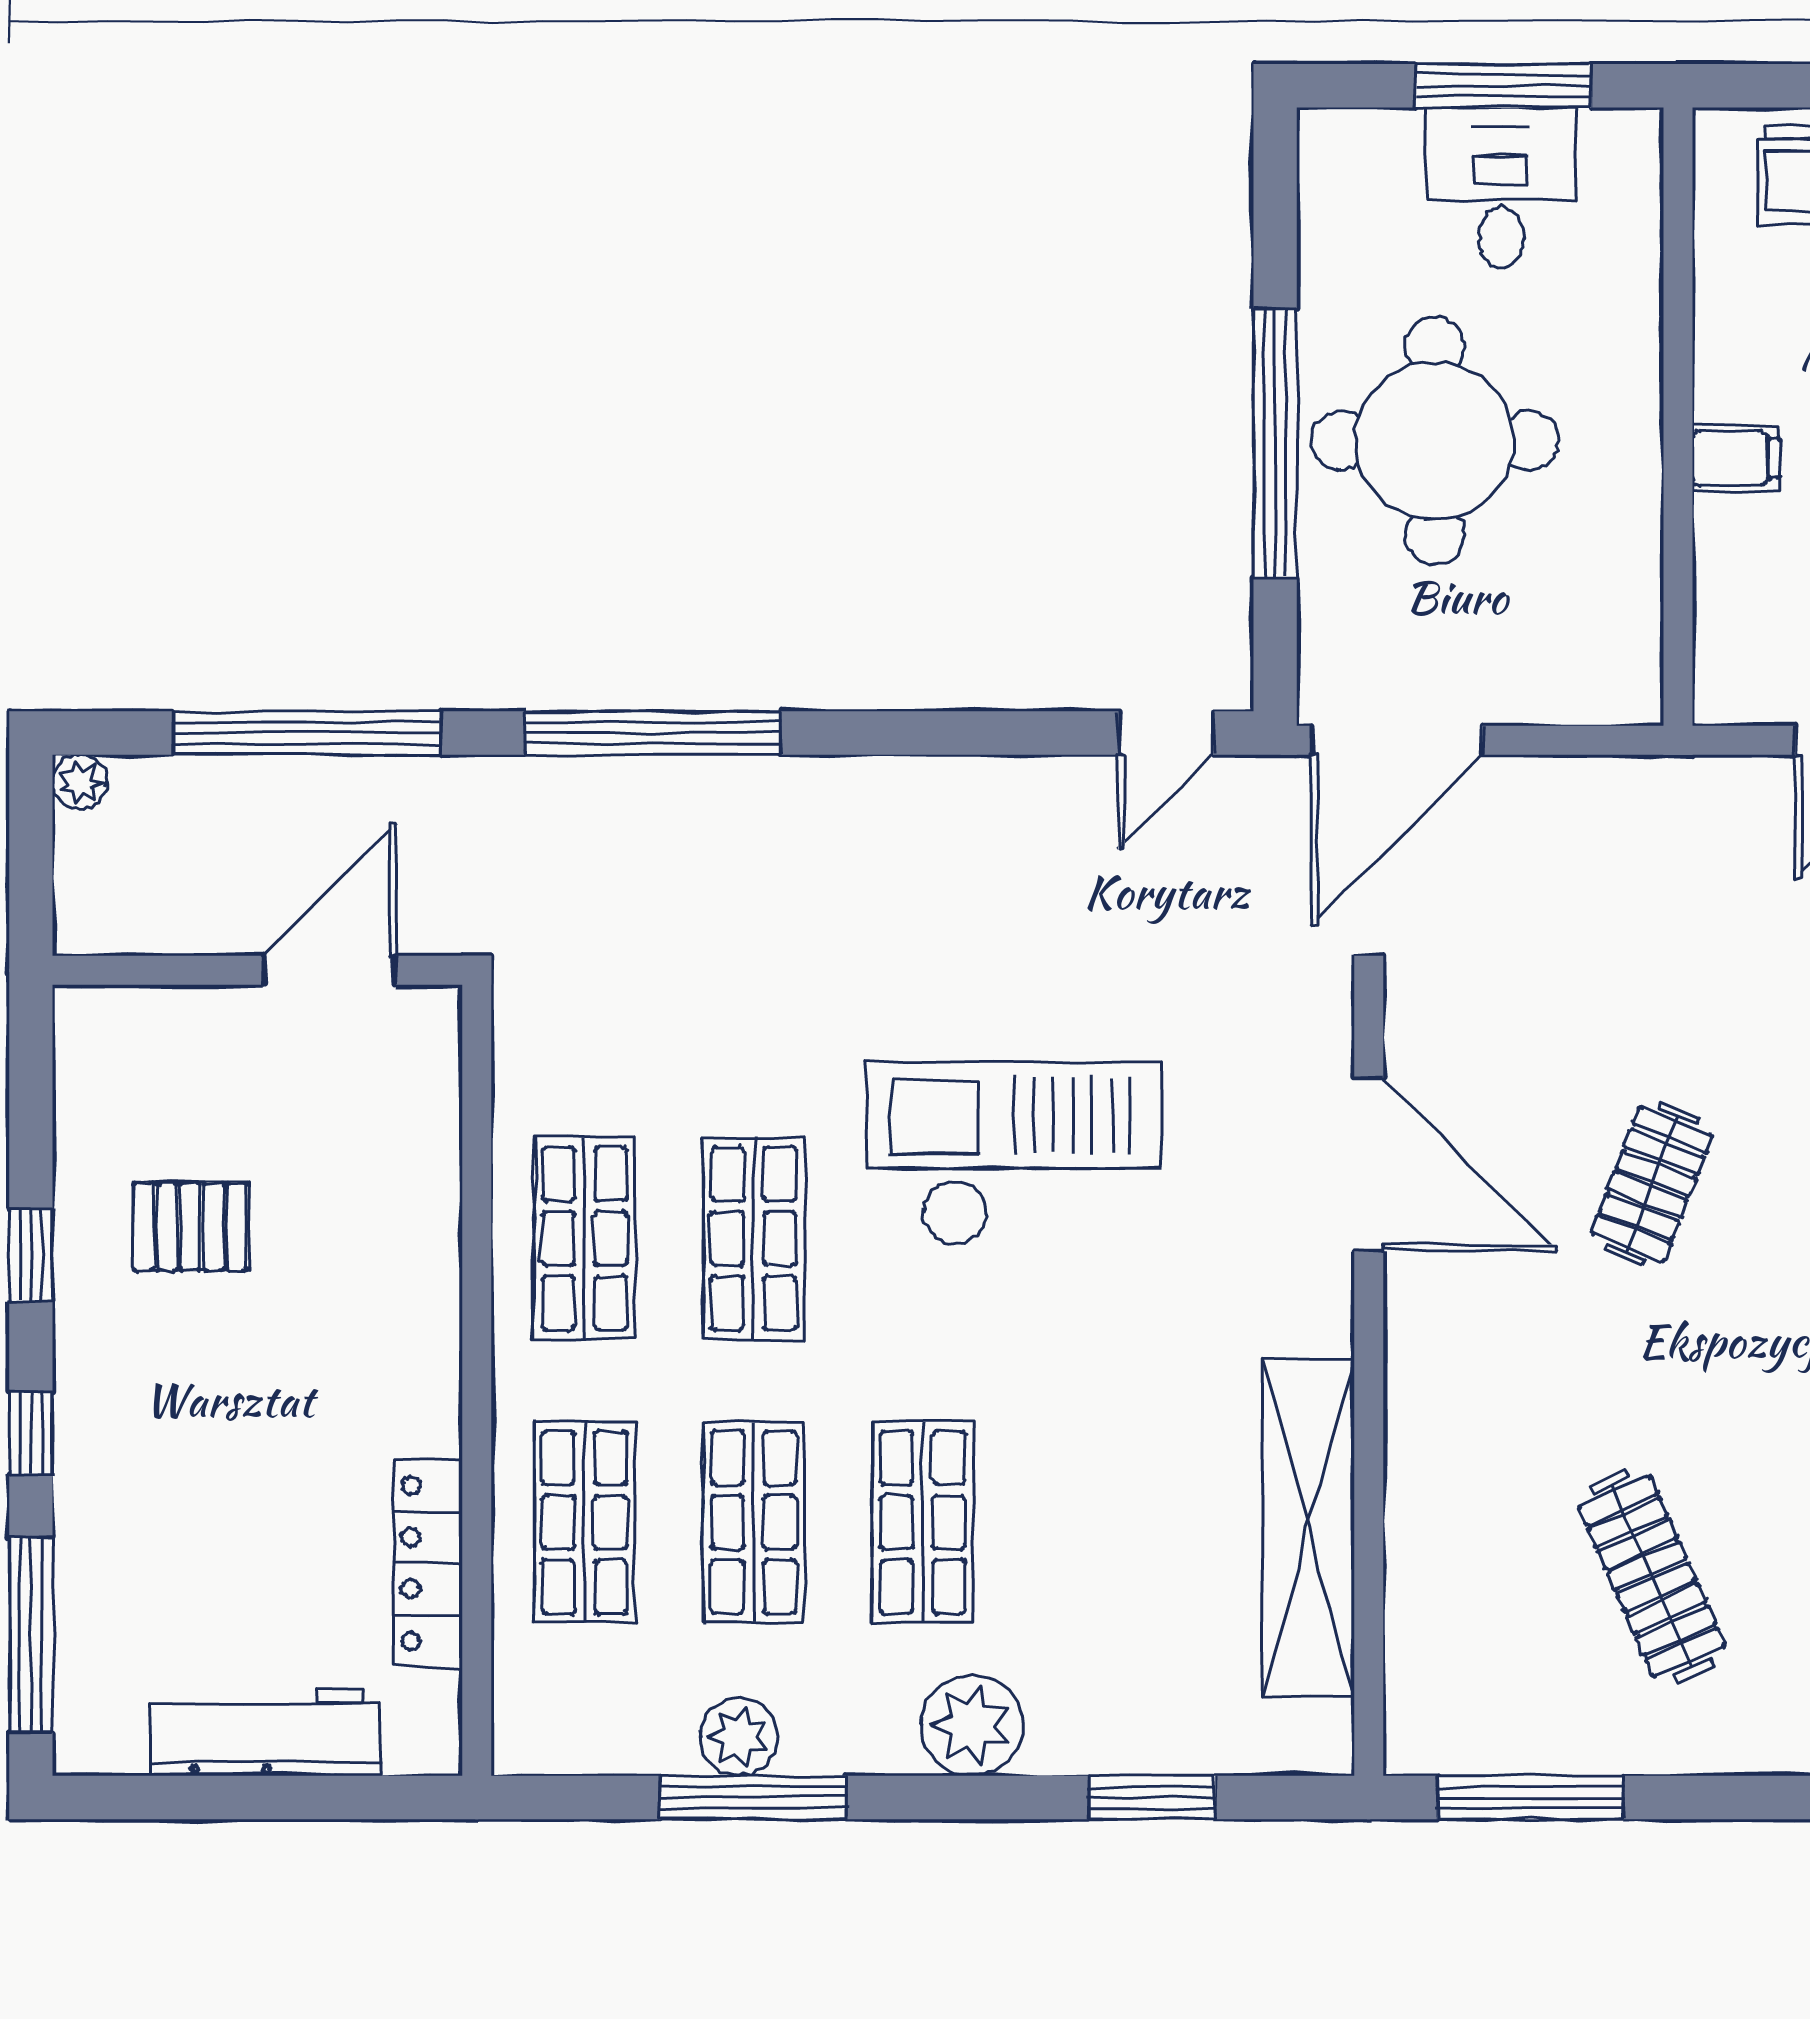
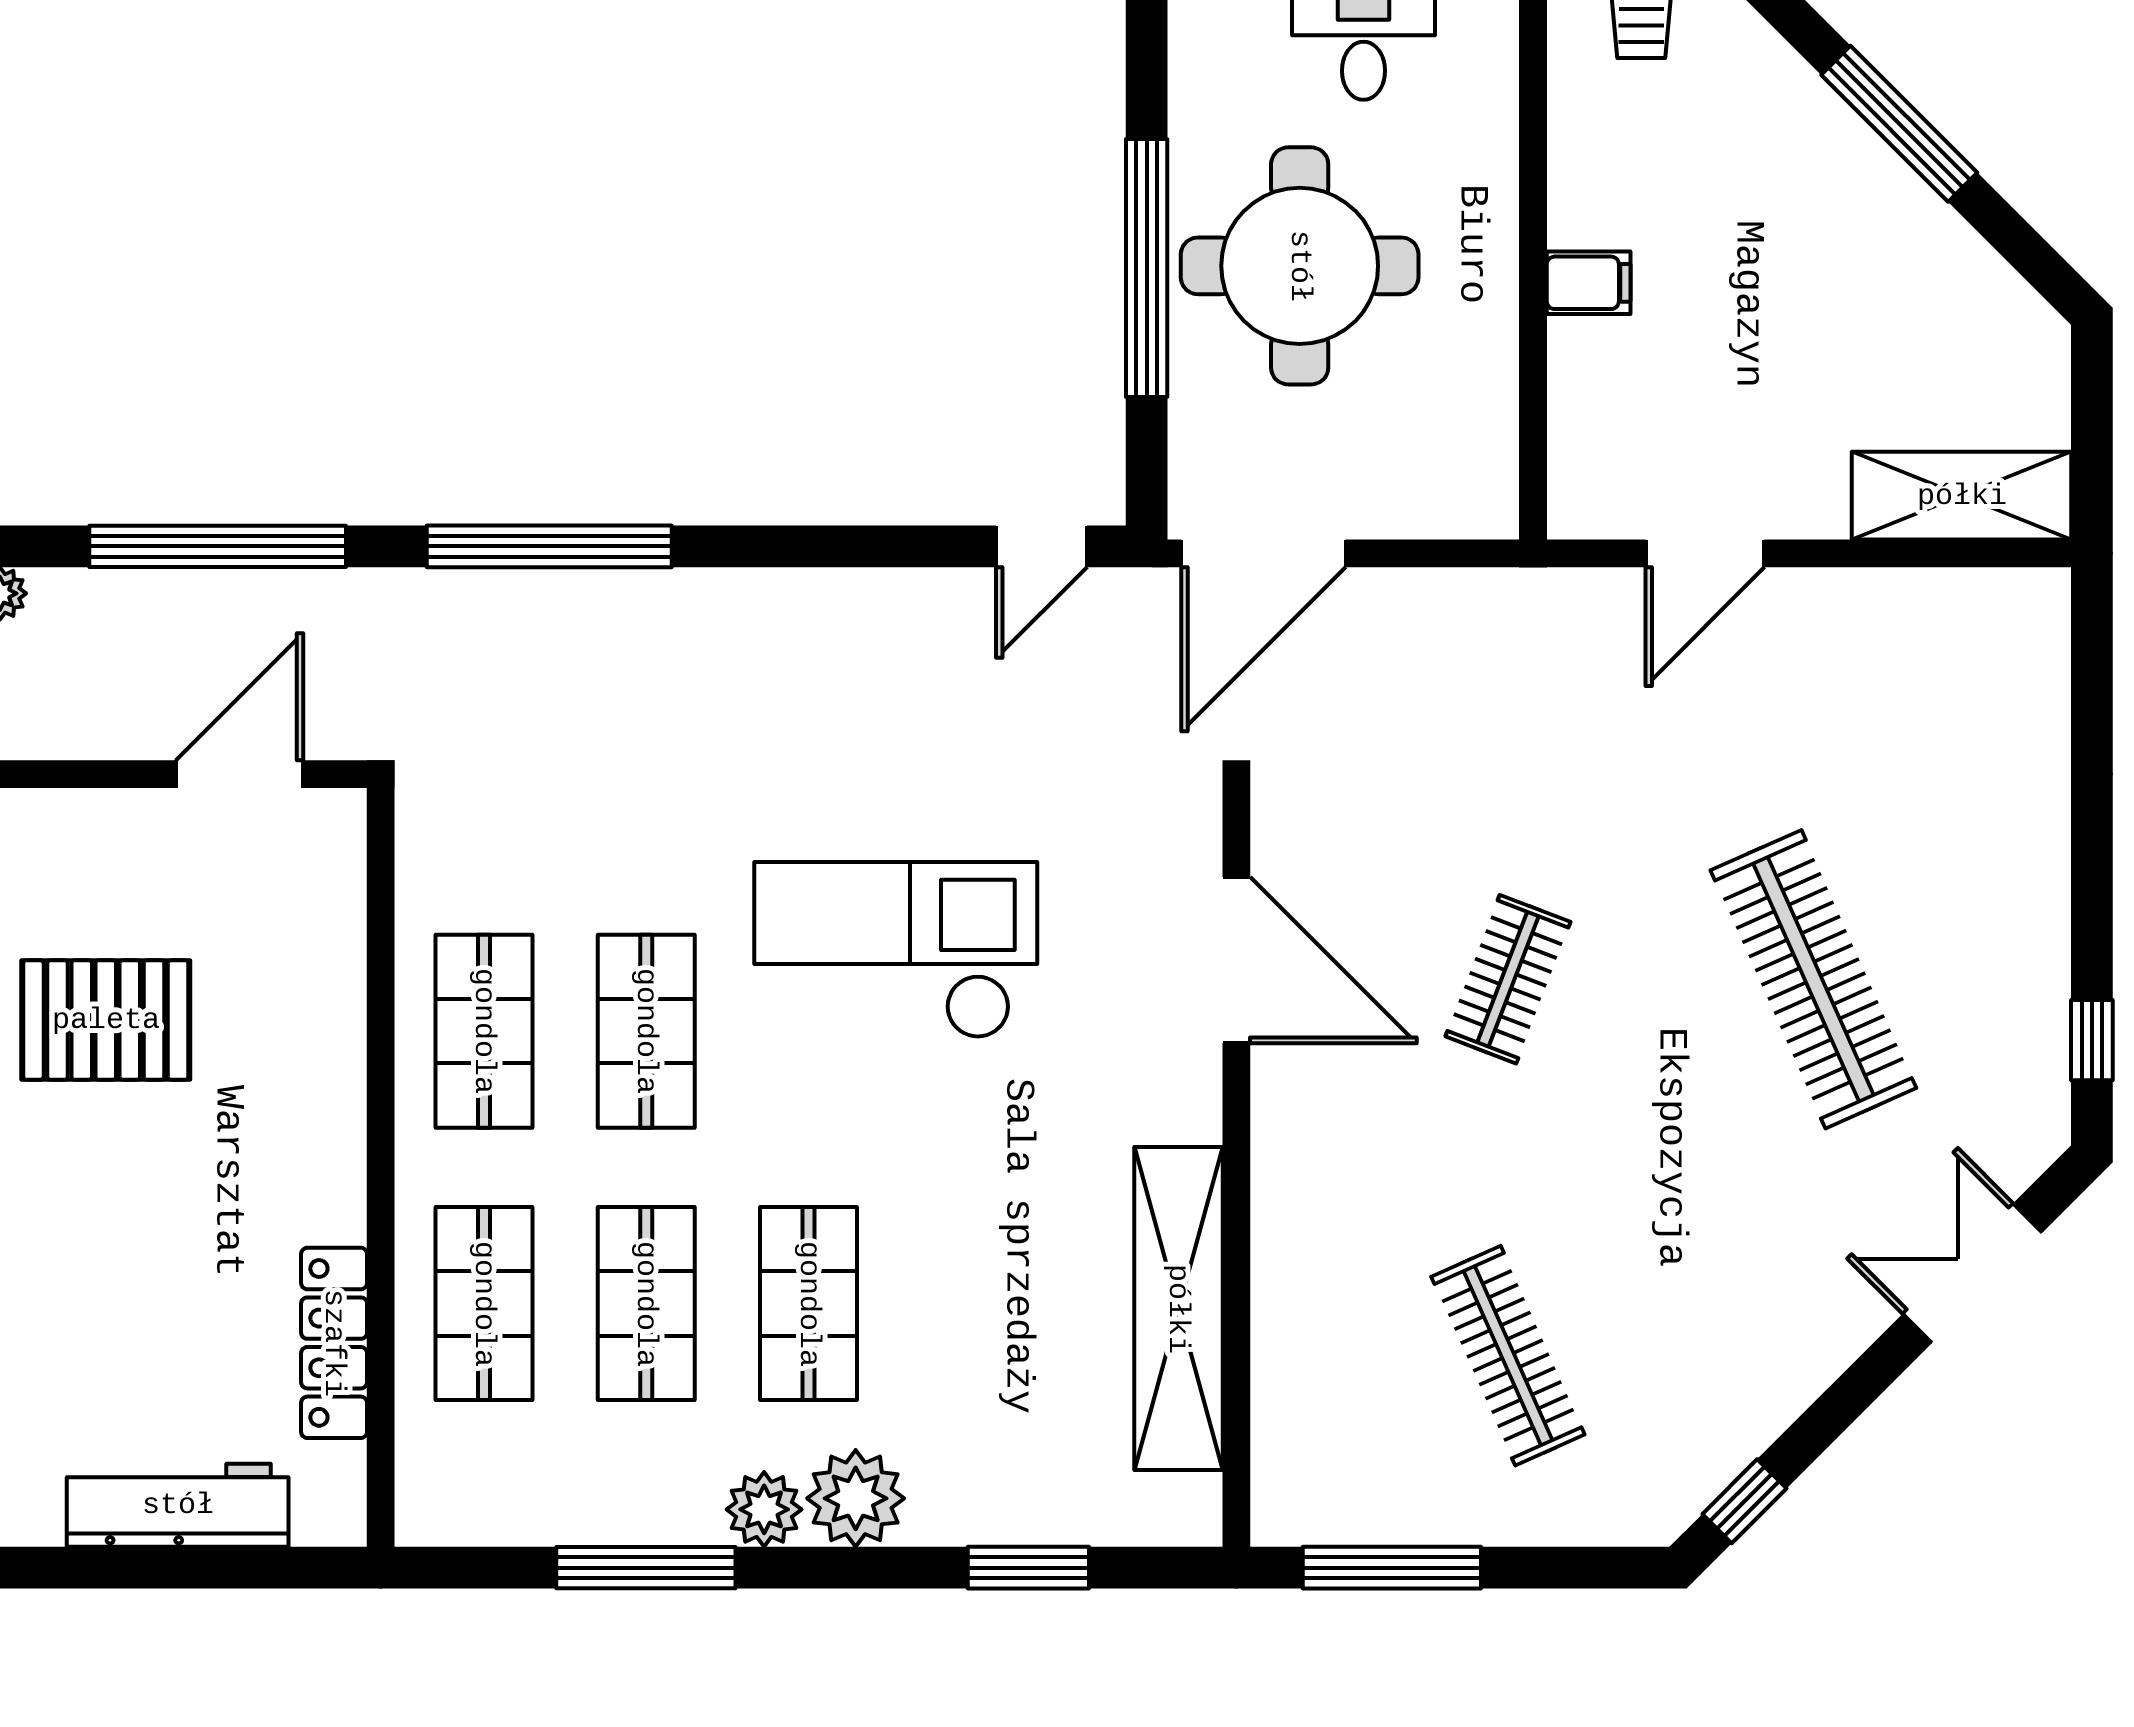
pallet: (190, 1227) -> (106, 1020), width x1.50, depth x1.42
plant: (739, 1737) -> (764, 1509), moved

